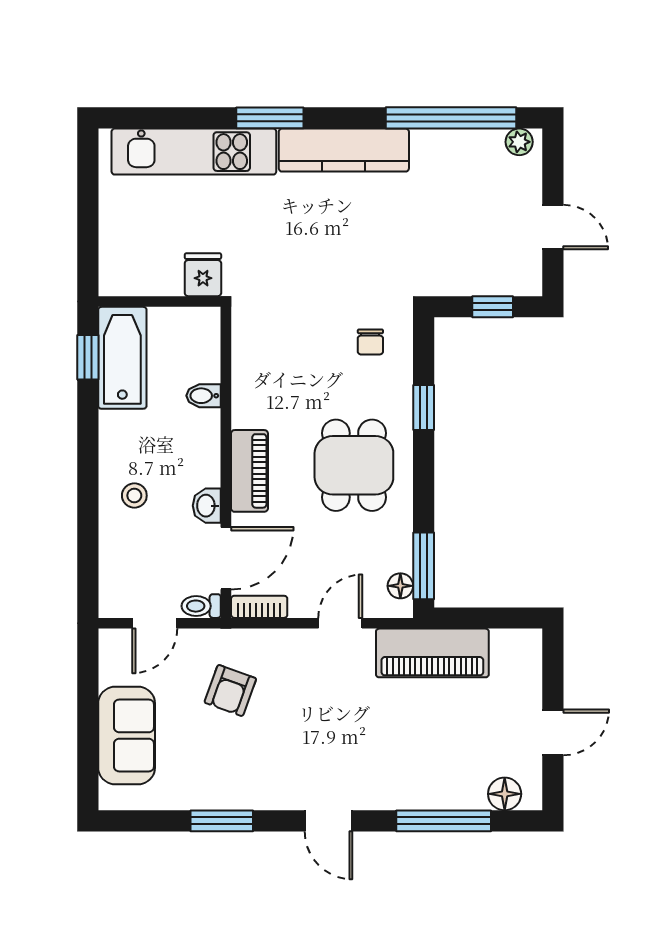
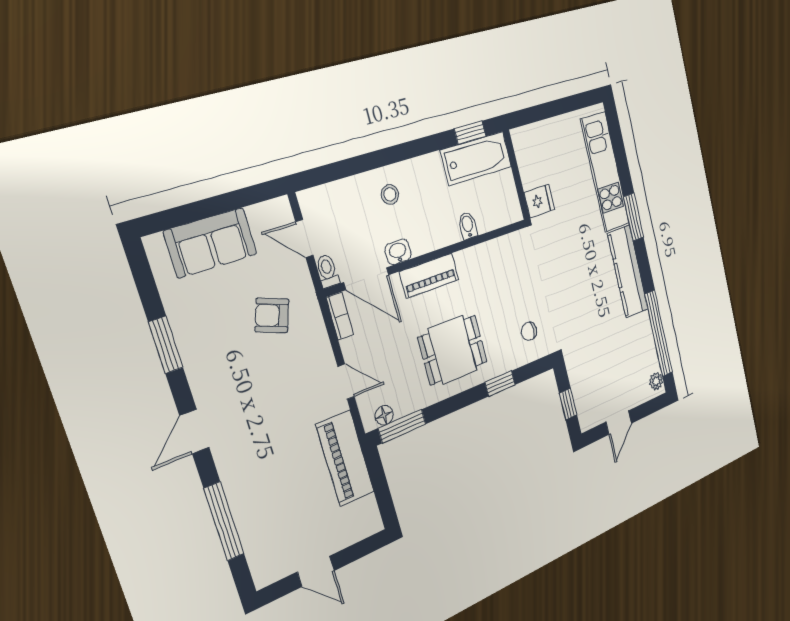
floor lamp: (505, 794) -> (260, 558), removed

